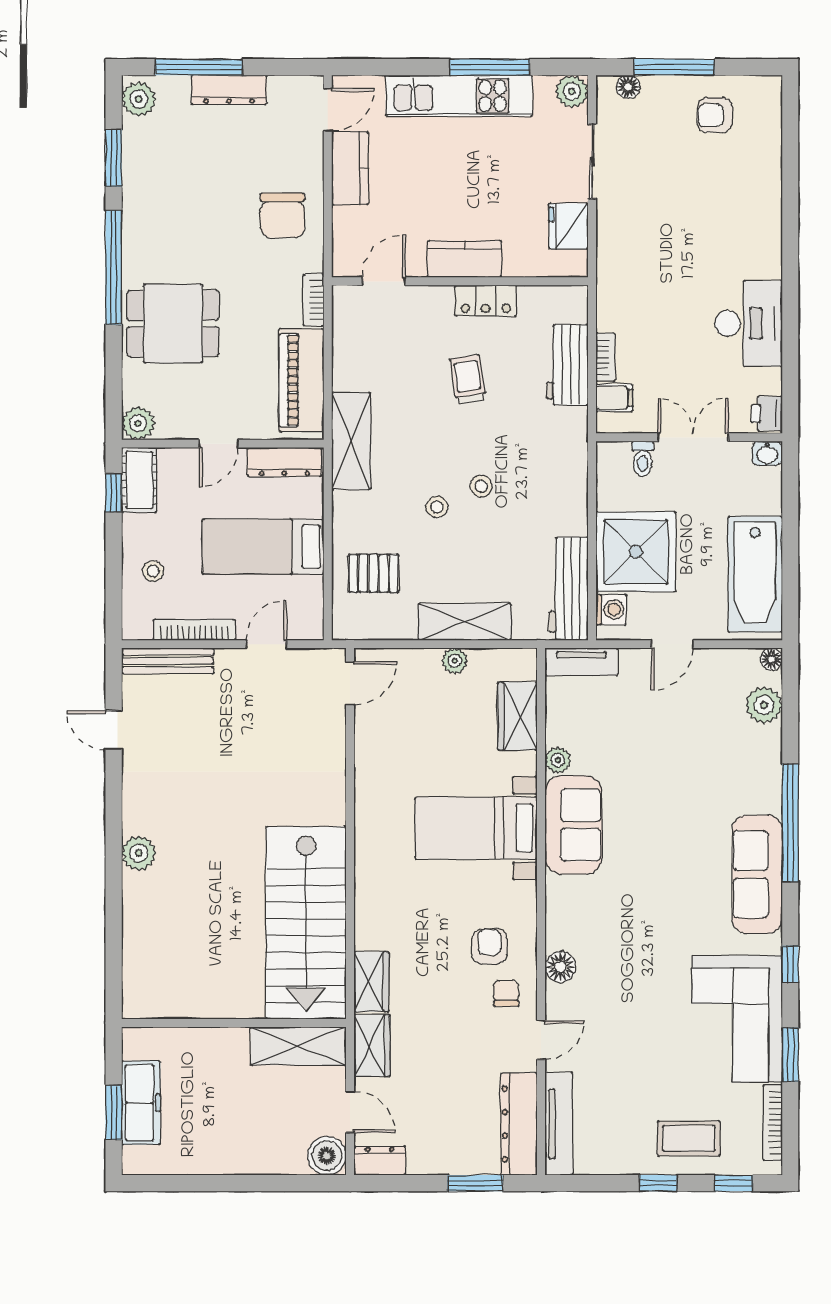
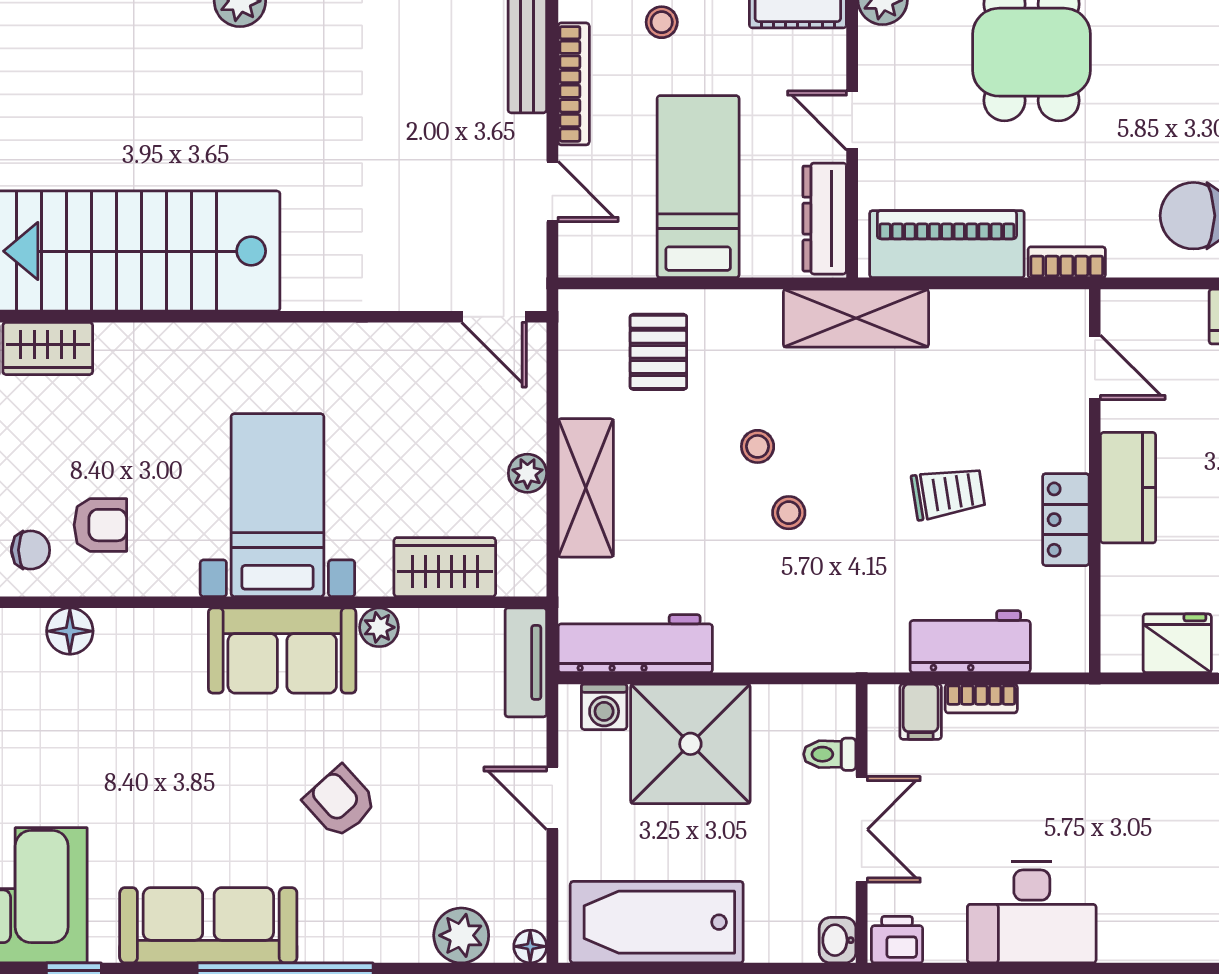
armchair: (675, 786) -> (340, 802), added

